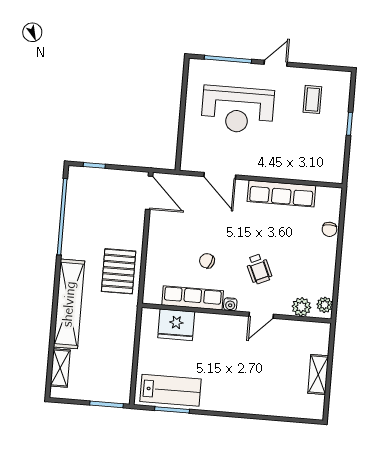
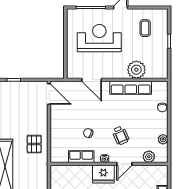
reception desk: (238, 110) -> (99, 38), turned 180
plant: (293, 165) -> (136, 70), added
pallet: (119, 271) -> (34, 144), width x0.67, depth x0.71
row of seats: (193, 298) -> (81, 157), width x0.68
plant: (325, 305) -> (163, 139), moved
fridge: (176, 325) -> (103, 174), moved

